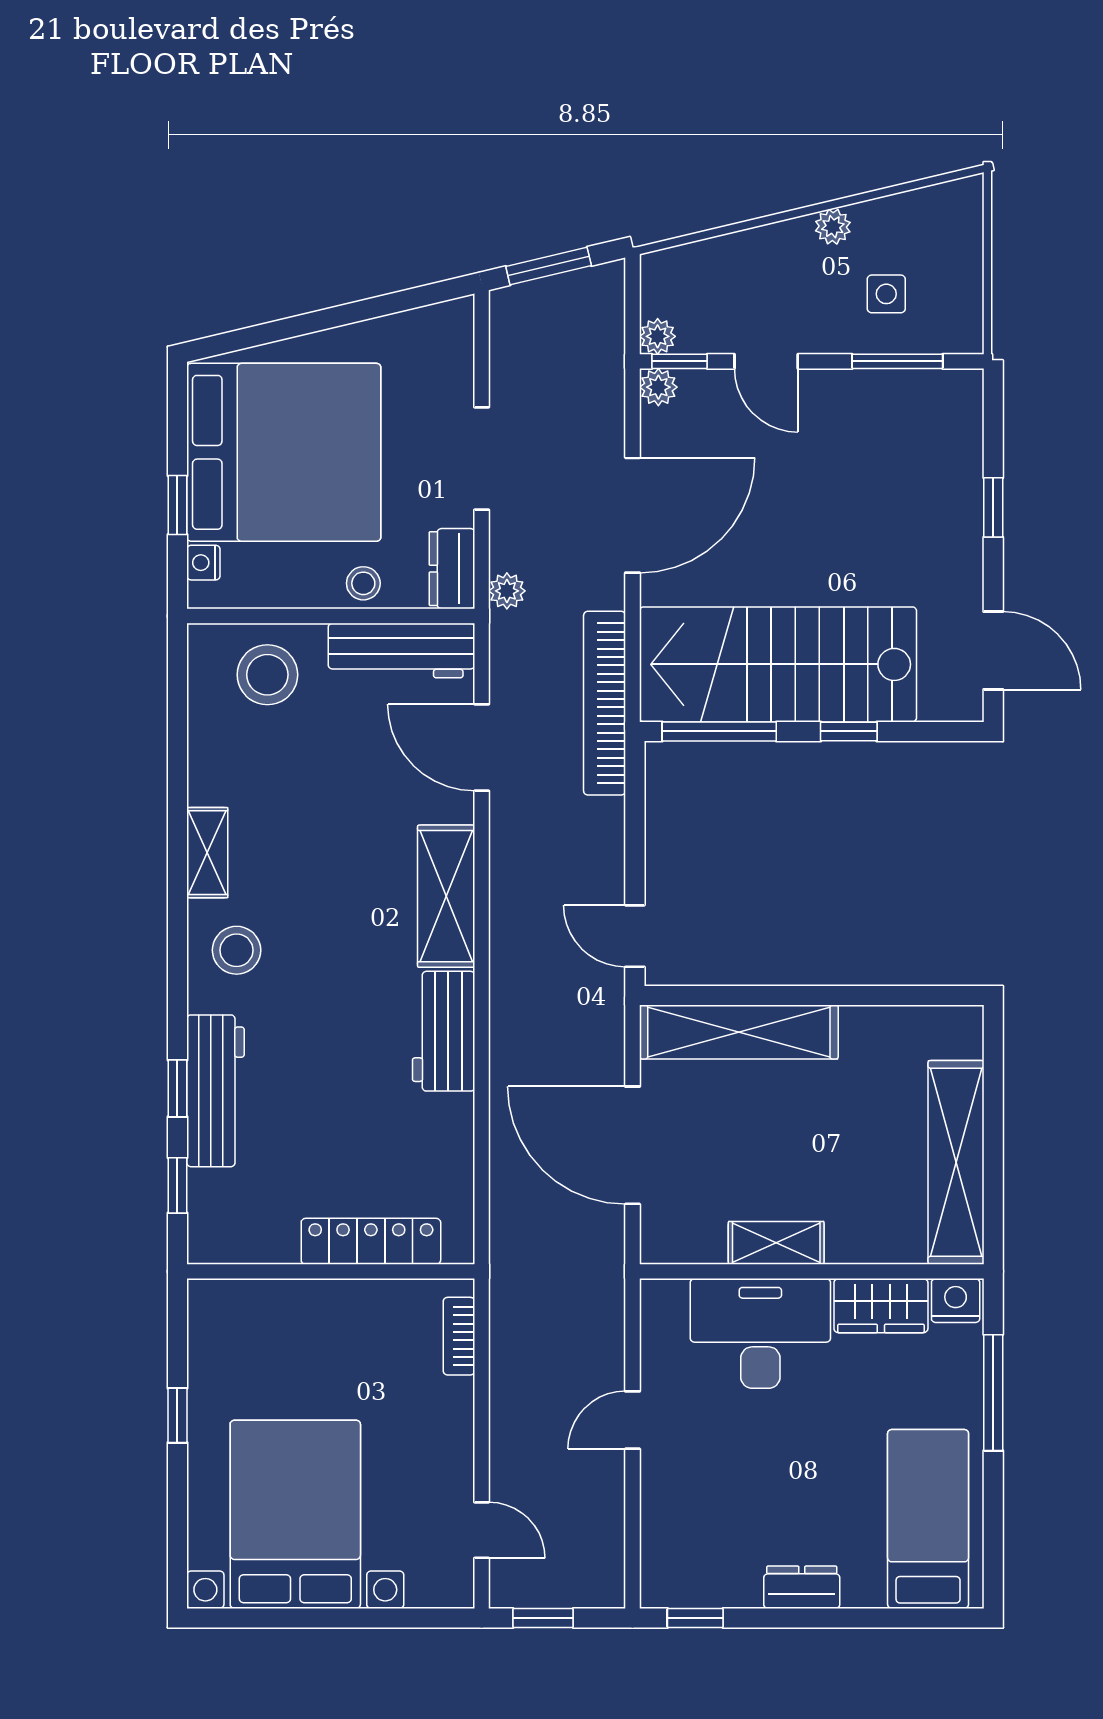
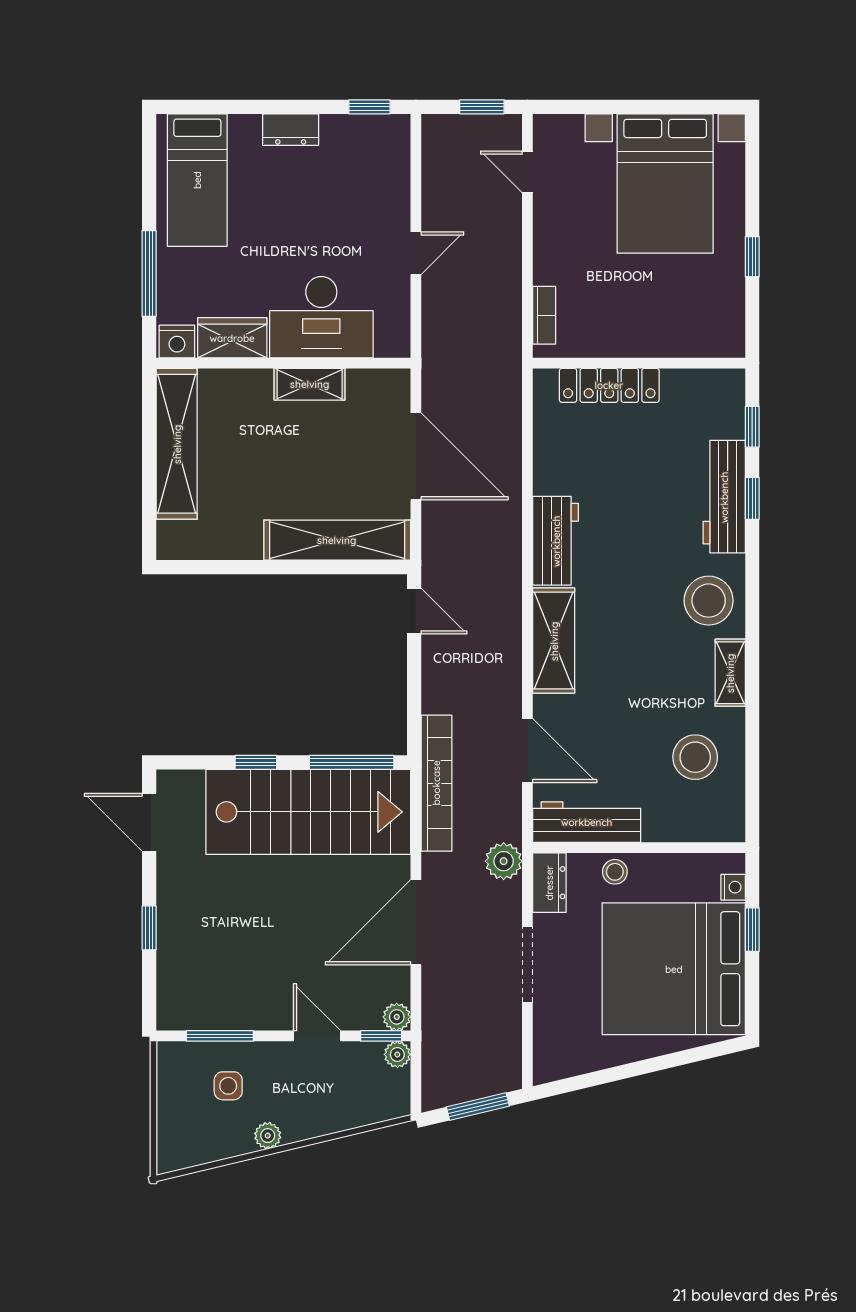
plant: (507, 591) -> (504, 861), width x1.38, depth x1.38
stool: (267, 675) -> (695, 757), moved
stool: (237, 950) -> (709, 601), width x1.38, depth x1.38

